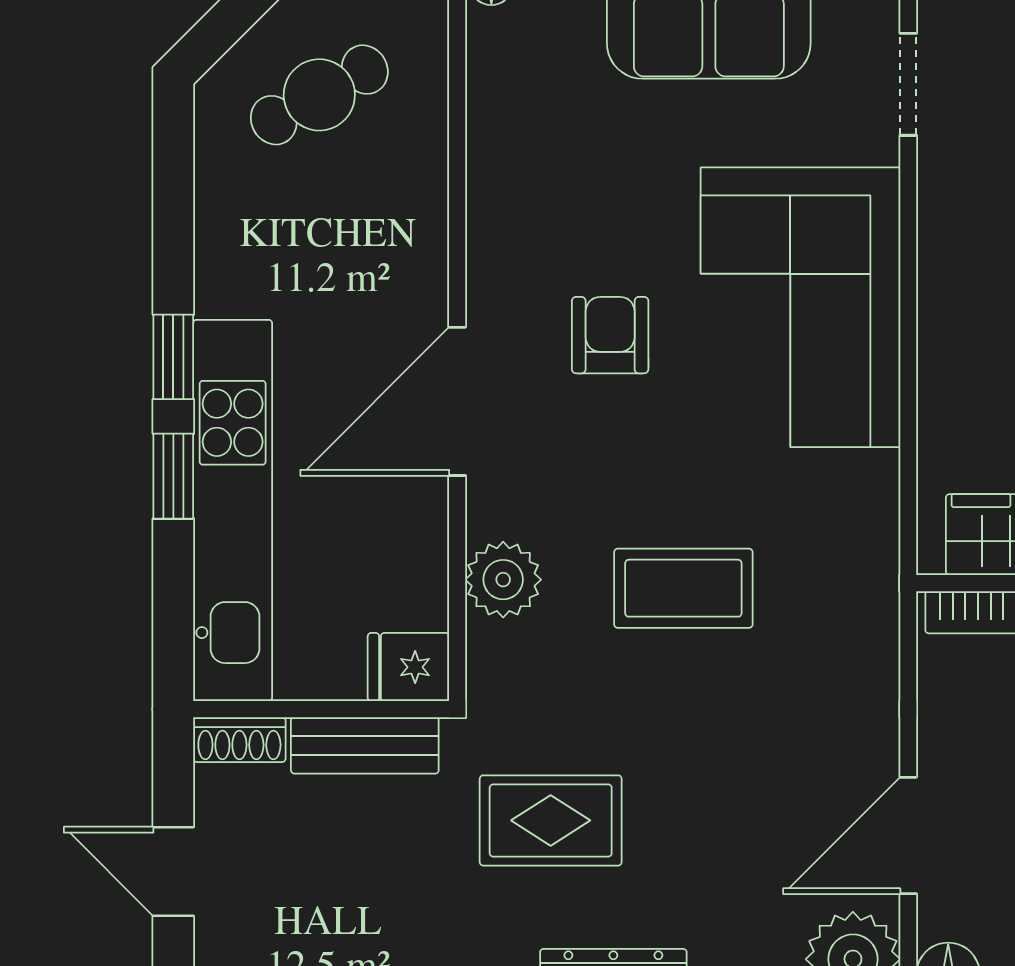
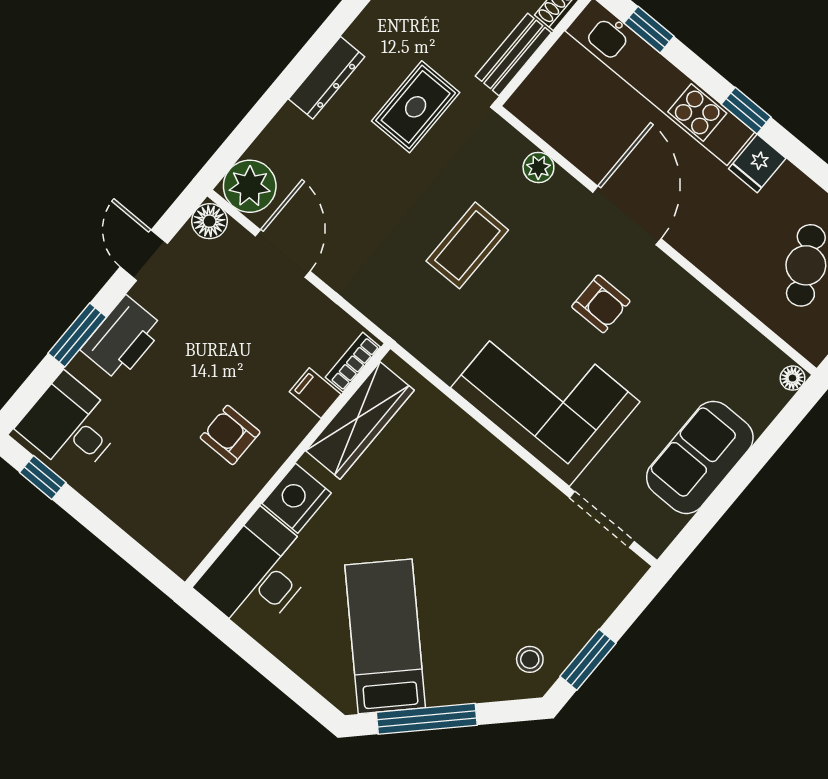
doorway: (908, 84) -> (602, 519), width x1.38
window: (173, 476) -> (649, 30), moved
plant: (503, 580) -> (538, 167), width x0.73, depth x0.73
fridge: (408, 667) -> (757, 163), moved, turned 180

